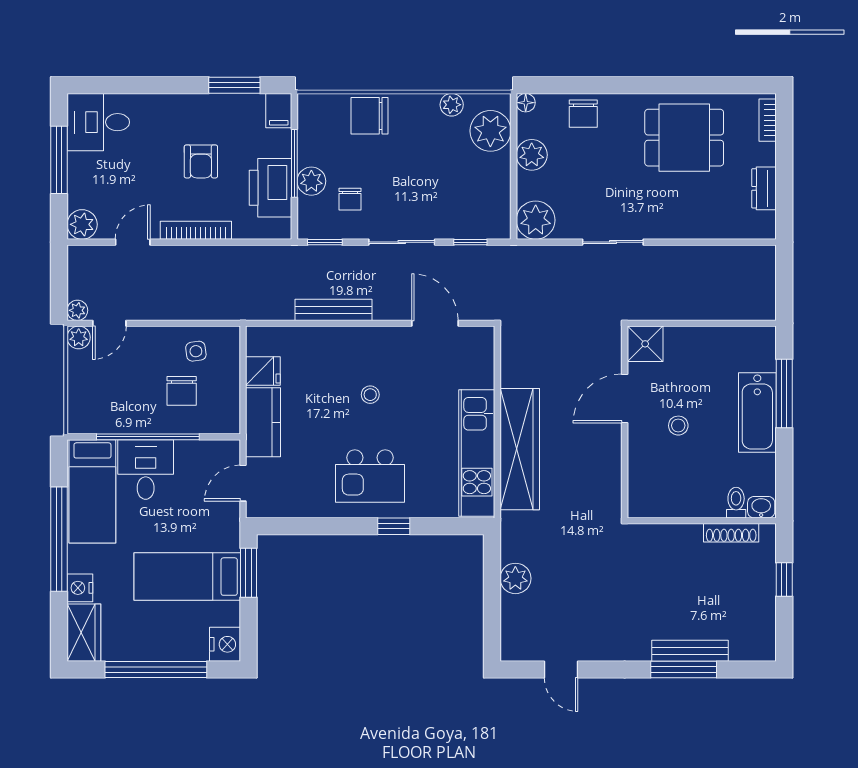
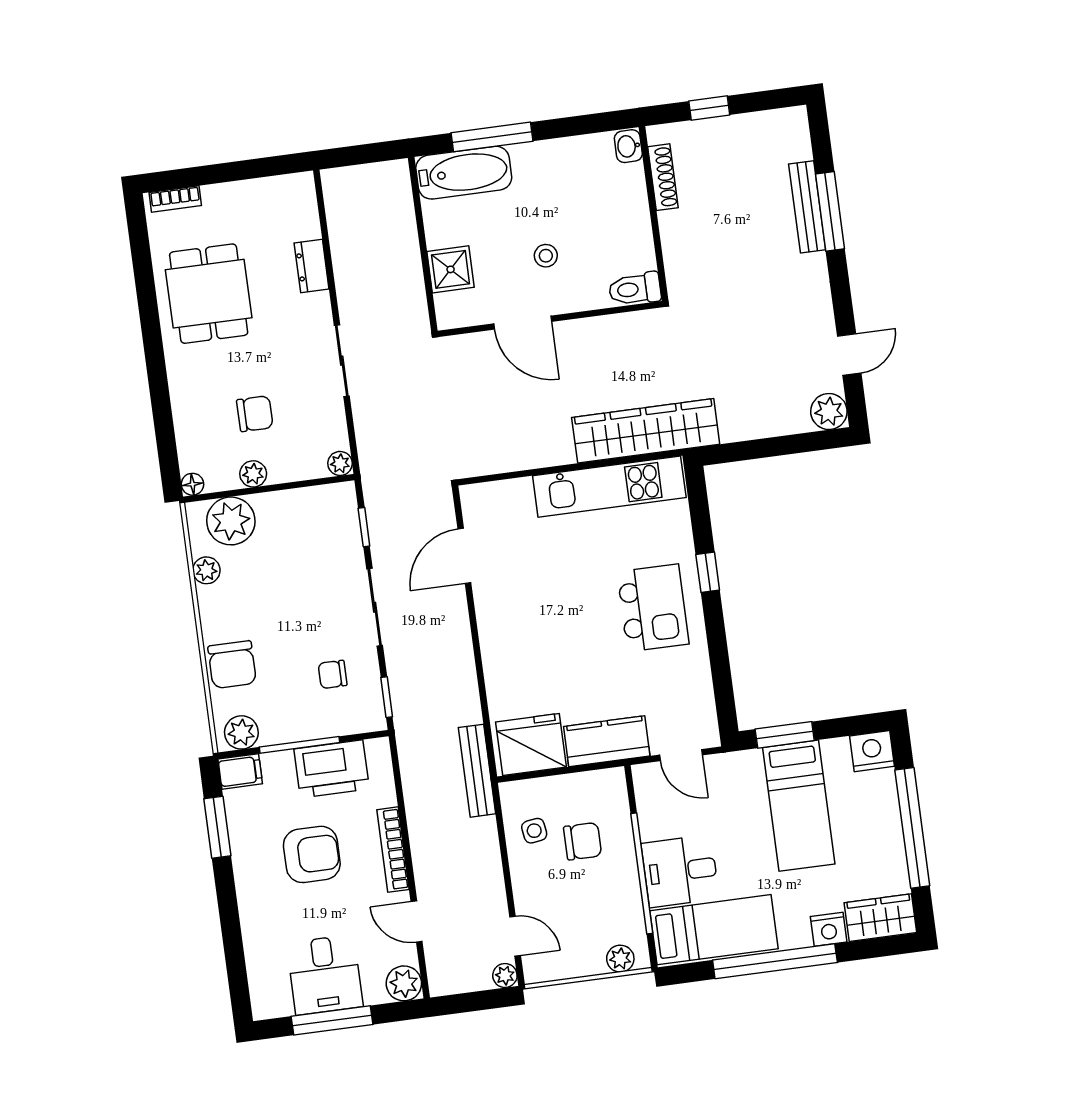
chair: (583, 114) -> (255, 414), moved
desk: (98, 122) -> (325, 975), moved
plant: (532, 155) -> (253, 474), width x0.73, depth x0.73
armchair: (201, 161) -> (312, 854), width x1.38, depth x1.38
plant: (311, 181) -> (241, 732), moved
dresser: (764, 188) -> (312, 266), moved, turned 90
chair: (350, 199) -> (333, 674), turned 180
plant: (536, 220) -> (340, 463), width x0.53, depth x0.53
bench: (334, 310) -> (477, 771), moved
plant: (79, 337) -> (620, 959), moved
shower: (645, 344) -> (451, 269), moved
fridge: (263, 371) -> (531, 744), width x1.88, depth x1.34
stool: (370, 395) -> (558, 620), removed
bathtub: (757, 413) -> (464, 173), moved
wardrobe: (520, 449) -> (646, 431), moved
toilet: (736, 503) -> (635, 289), moved, width x1.37, depth x1.39
plant: (515, 578) -> (829, 412), moved

